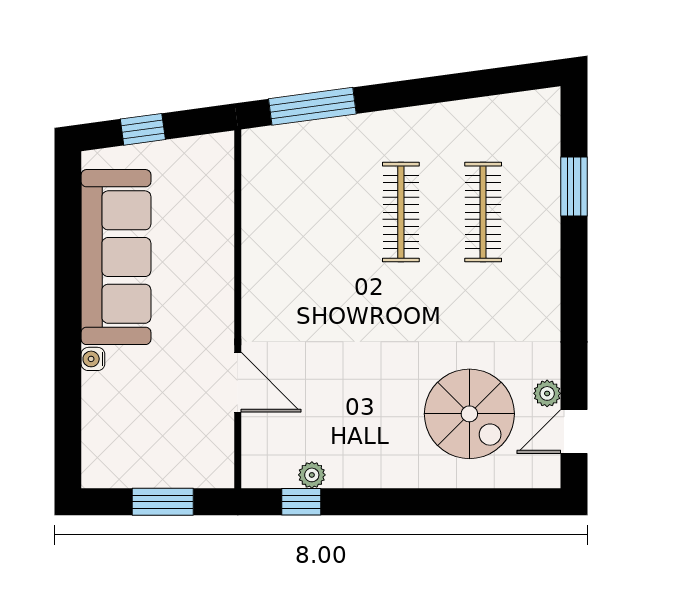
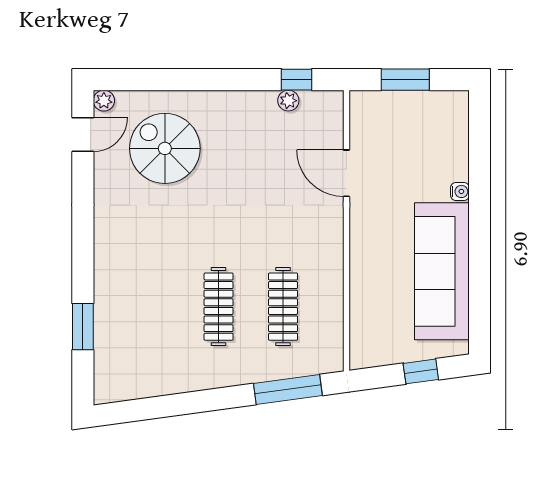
clothes rail: (483, 212) -> (283, 307), moved
plant: (547, 393) -> (104, 101), moved

